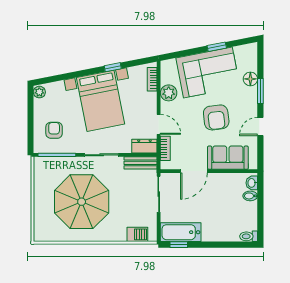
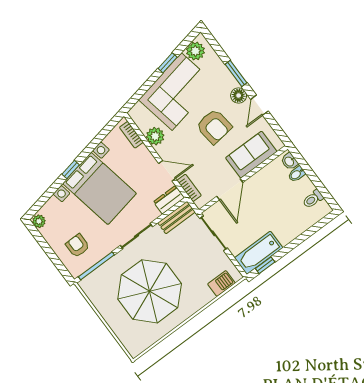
plant: (243, 53) -> (195, 51), added
window: (113, 67) -> (71, 170), moved
floor lamp: (250, 79) -> (239, 95), moved
toilet: (249, 236) -> (313, 199), moved

